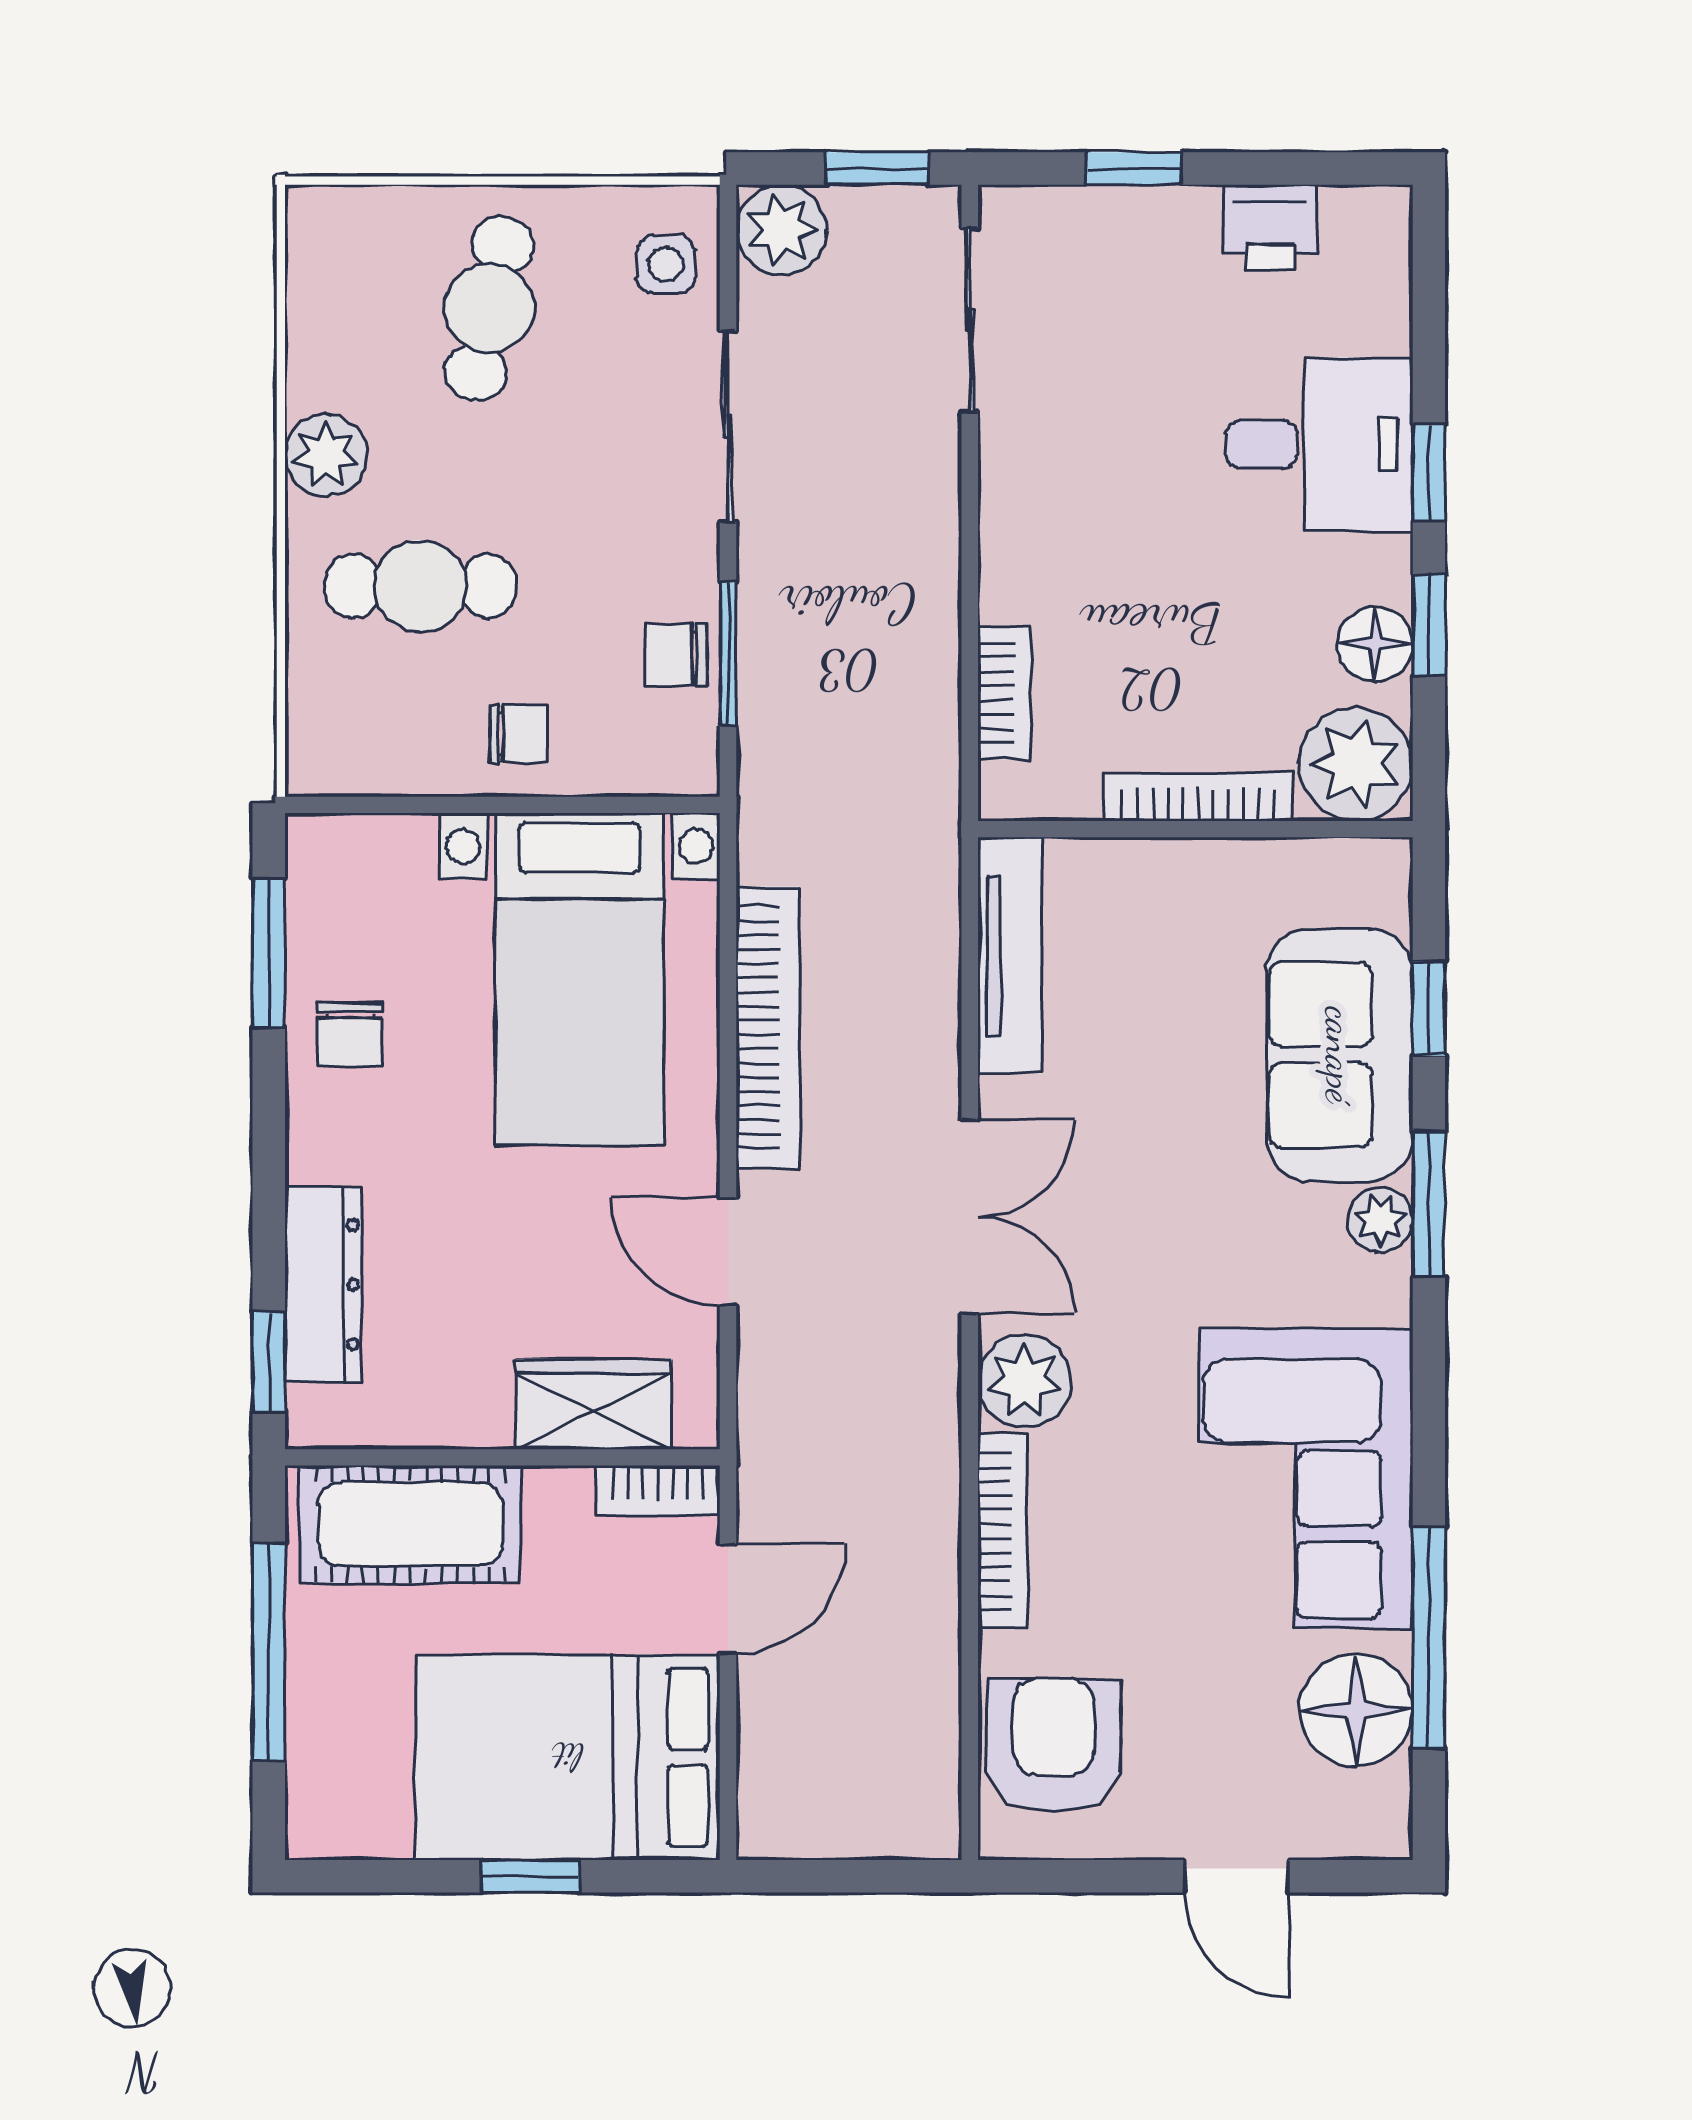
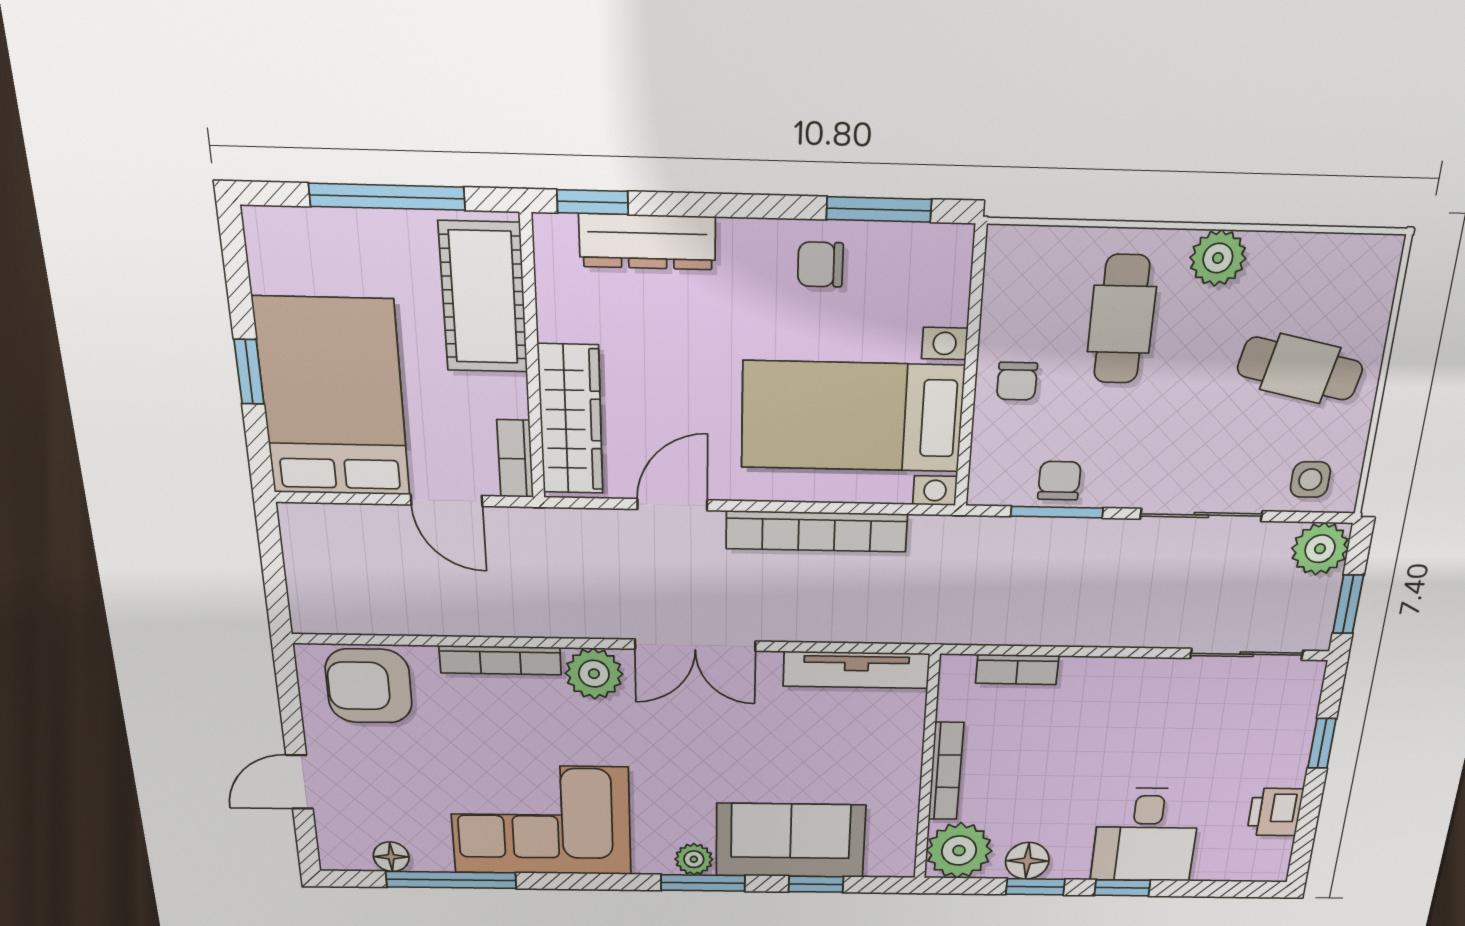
wardrobe: (594, 1404) -> (571, 420), width x1.50
floor lamp: (1356, 1710) -> (391, 857), width x0.53, depth x0.53
armchair: (1053, 1746) -> (369, 686), turned 180

